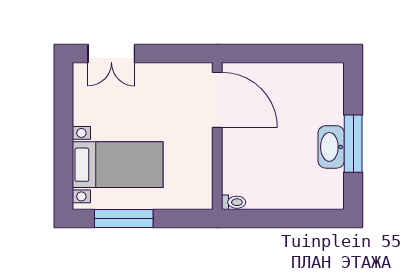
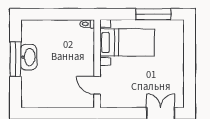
door: (217, 100) -> (97, 85), width x0.53
bed with nightstands: (118, 165) -> (127, 42), moved, turned 180

